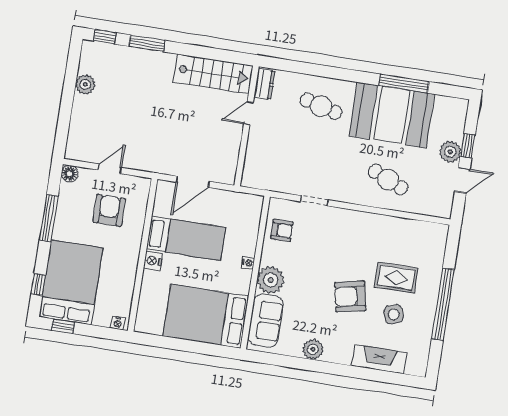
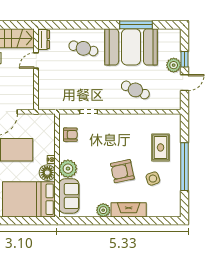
rug: (396, 278) -> (161, 147), moved, turned 90
floor lamp: (239, 281) -> (47, 173), added
fireplace: (379, 359) -> (129, 210), moved

